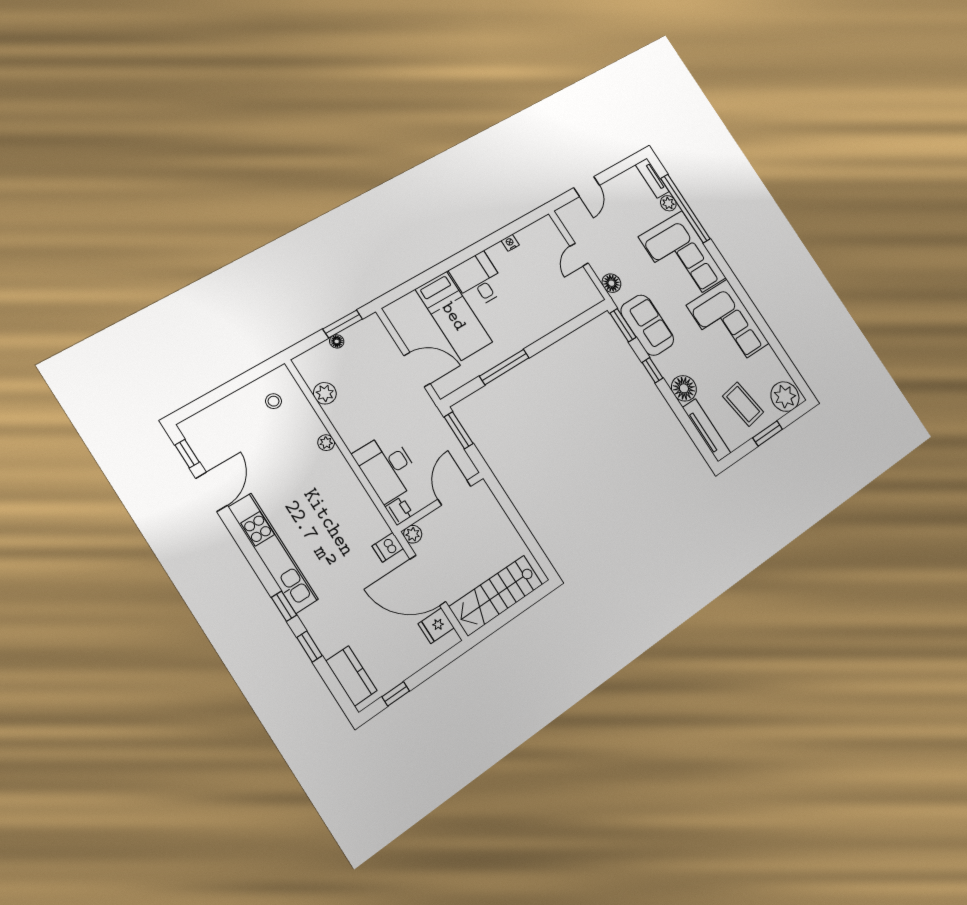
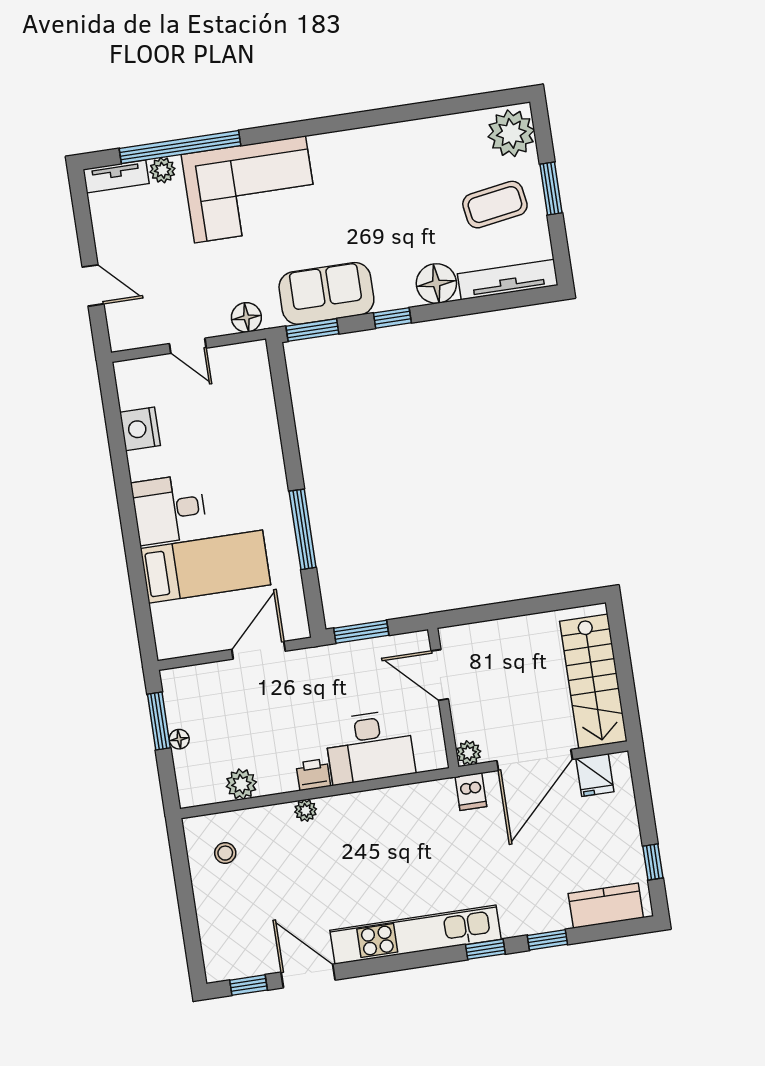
nightstand: (510, 243) -> (140, 429), width x1.89, depth x1.79
corner sofa: (728, 324) -> (373, 169), removed
printer: (399, 511) -> (313, 775), moved

